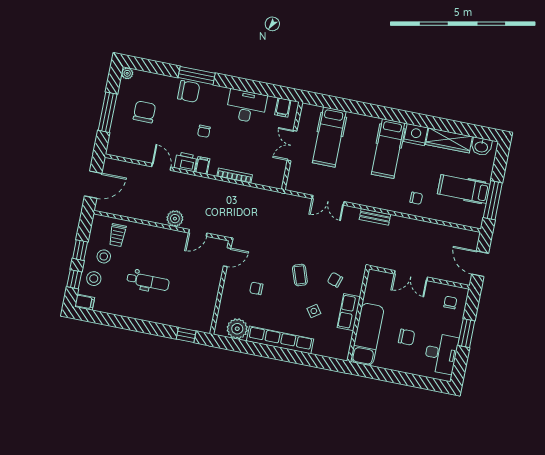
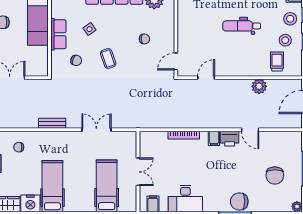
chair: (204, 131) -> (219, 169), removed
plant: (175, 219) -> (259, 86), moved

